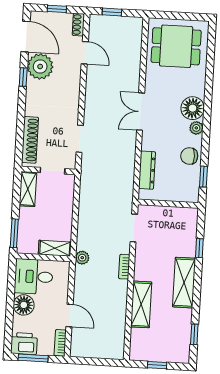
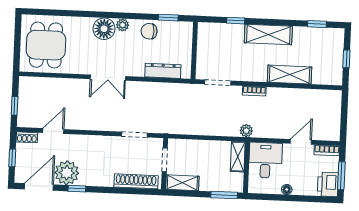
chair: (189, 156) -> (149, 31), turned 90
desk: (34, 277) -> (265, 160), moved, turned 180
floor lamp: (24, 305) -> (287, 189), width x0.53, depth x0.53

